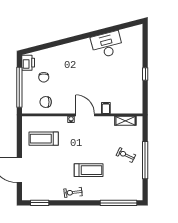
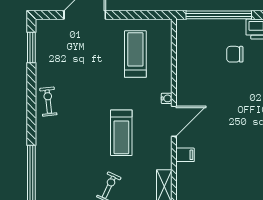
chair: (46, 102) -> (195, 57), removed
treadmill: (89, 170) -> (121, 133), moved

